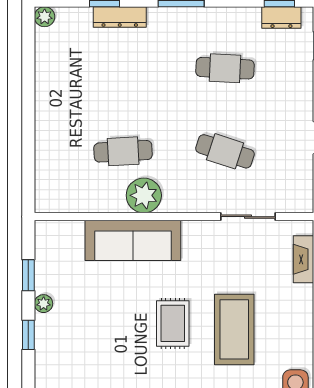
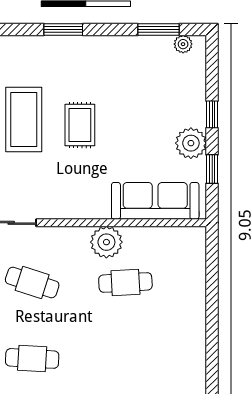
sofa: (133, 240) -> (155, 201), moved
plant: (44, 304) -> (191, 143), width x1.87, depth x1.87

